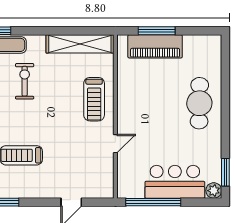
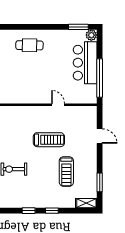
treadmill: (94, 99) -> (49, 140), moved
cafe table: (199, 103) -> (29, 45), width x0.73, depth x0.74

